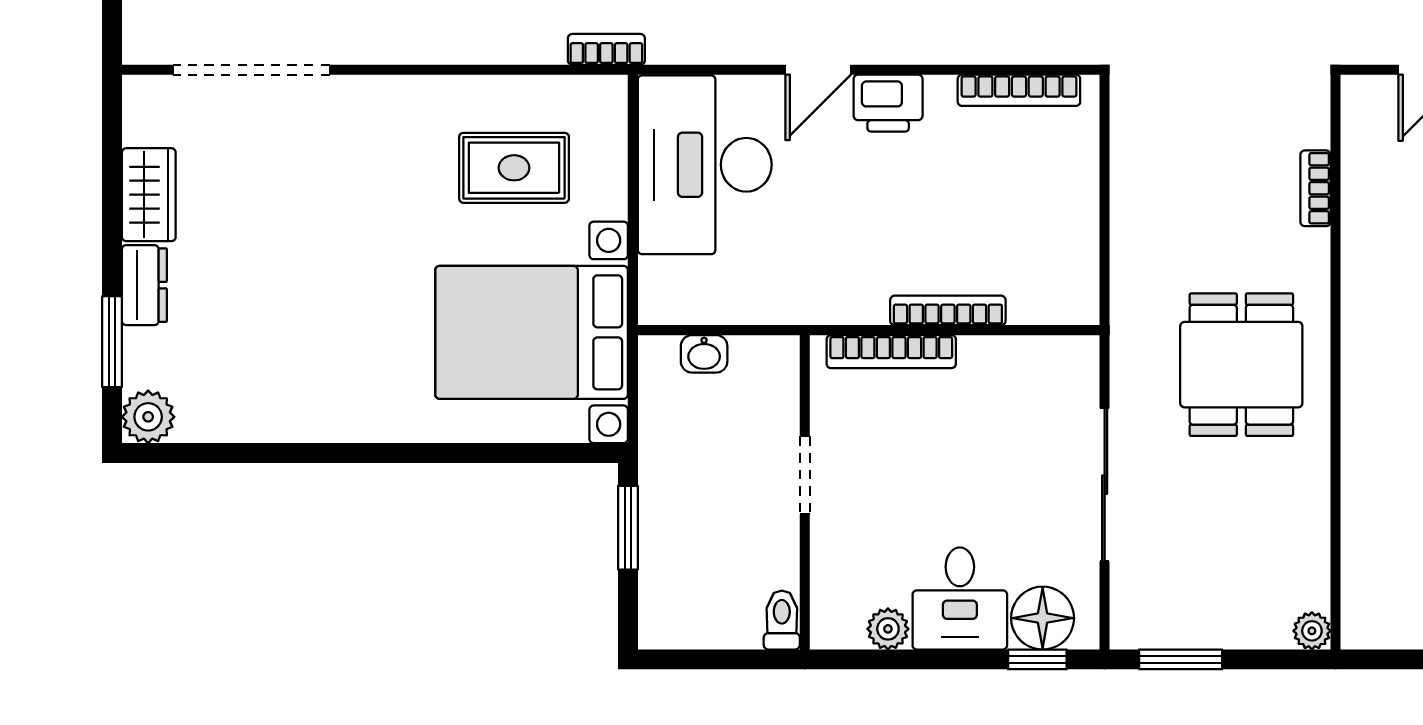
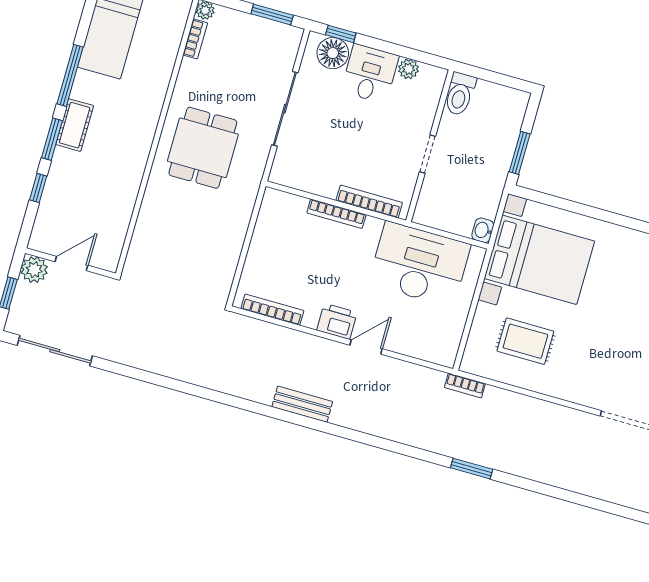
desk: (705, 165) -> (419, 264), moved, turned -90
bookcase: (1315, 188) -> (195, 39), moved
washbasin: (704, 354) -> (483, 230), moved, turned -90
toilet: (782, 620) -> (460, 94), width x1.37, depth x1.39

